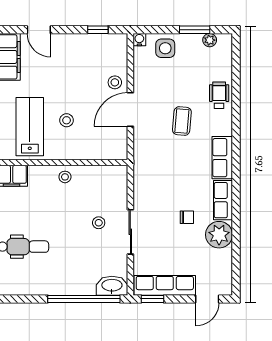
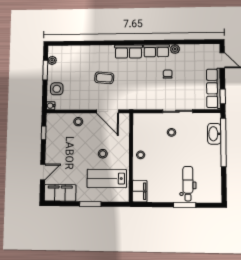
wheelchair: (219, 95) -> (88, 54), removed
door: (130, 109) -> (107, 111), moved
plant: (219, 235) -> (175, 49), width x0.53, depth x0.53
washbasin: (112, 286) -> (214, 134), moved

